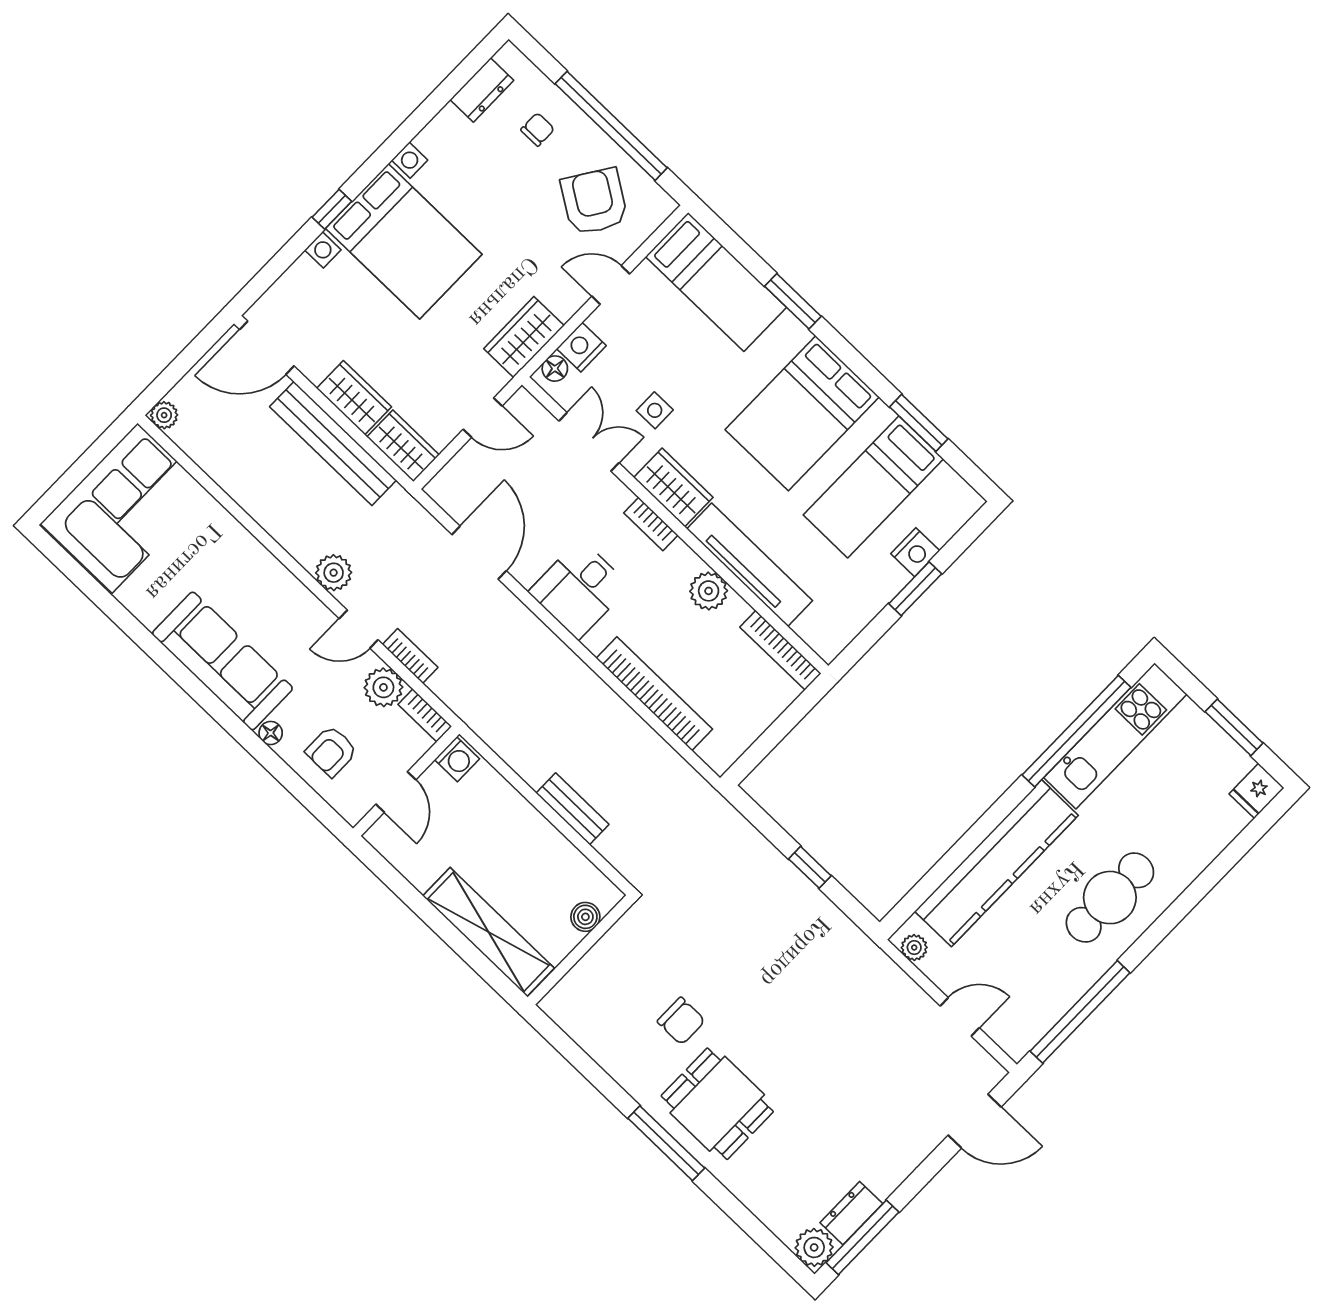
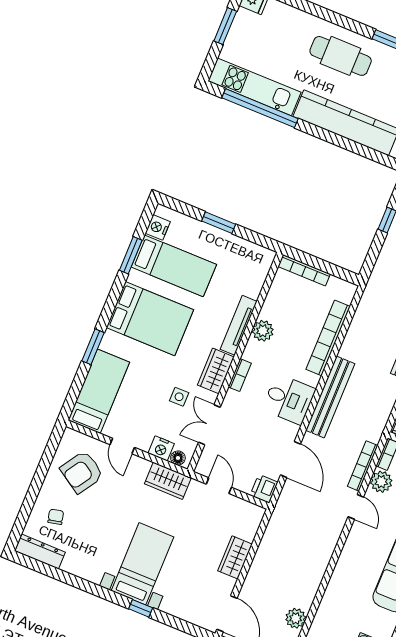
dresser: (482, 90) -> (40, 552), width x1.44
window: (611, 126) -> (39, 479), removed
chair: (538, 129) -> (56, 517), turned 77
bed with nightstands: (404, 241) -> (142, 564), width x0.73
bench: (333, 443) -> (330, 397), moved
wardrobe: (403, 446) -> (250, 522), removed
printer: (448, 490) -> (264, 489), added
nightstand: (915, 552) -> (158, 227), moved, turned -90
door: (479, 553) -> (291, 459), swing flipped
tv unit: (750, 565) -> (239, 325), width x0.73, depth x0.78
plant: (334, 573) -> (296, 618), moved
bookcase: (780, 650) -> (304, 270), moved, turned 90
bookcase: (410, 656) -> (363, 466), width x1.56

